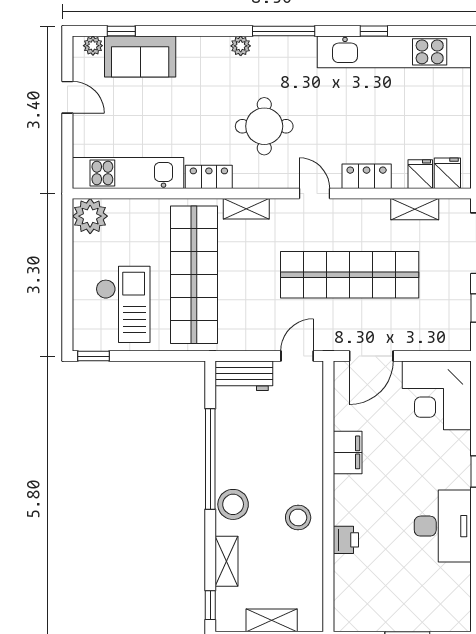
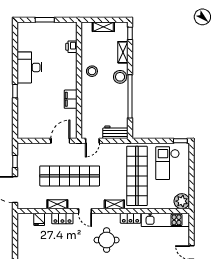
fridge: (447, 173) -> (28, 220), removed
shelving: (415, 209) -> (57, 204), moved
corner desk: (437, 395) -> (32, 124), removed
printer: (346, 540) -> (71, 47), moved

